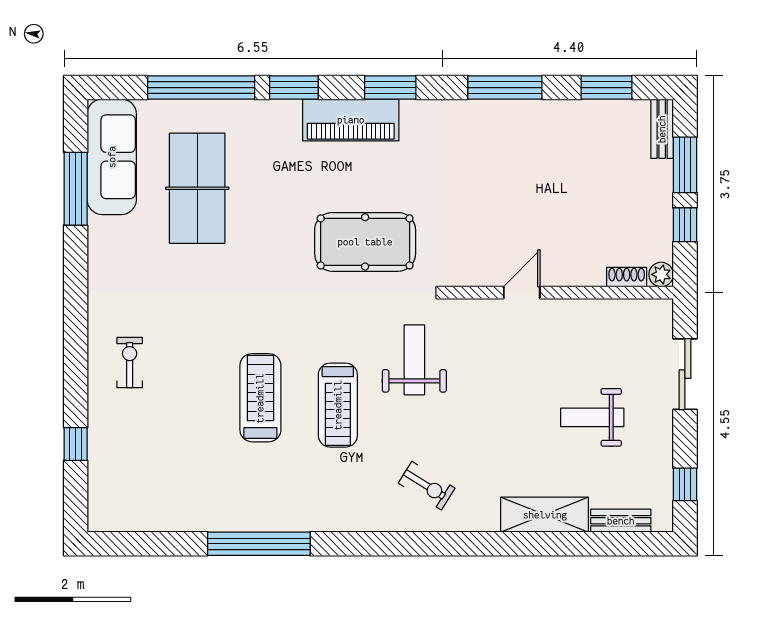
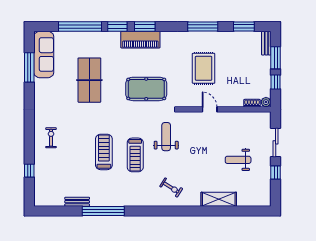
window: (390, 88) -> (145, 26), moved
table tennis table: (197, 188) -> (89, 80), moved
rug: (507, 191) -> (204, 68), added
door: (522, 293) -> (210, 109), hinge flipped
window: (685, 484) -> (276, 172), moved
bench: (621, 521) -> (77, 202), moved

